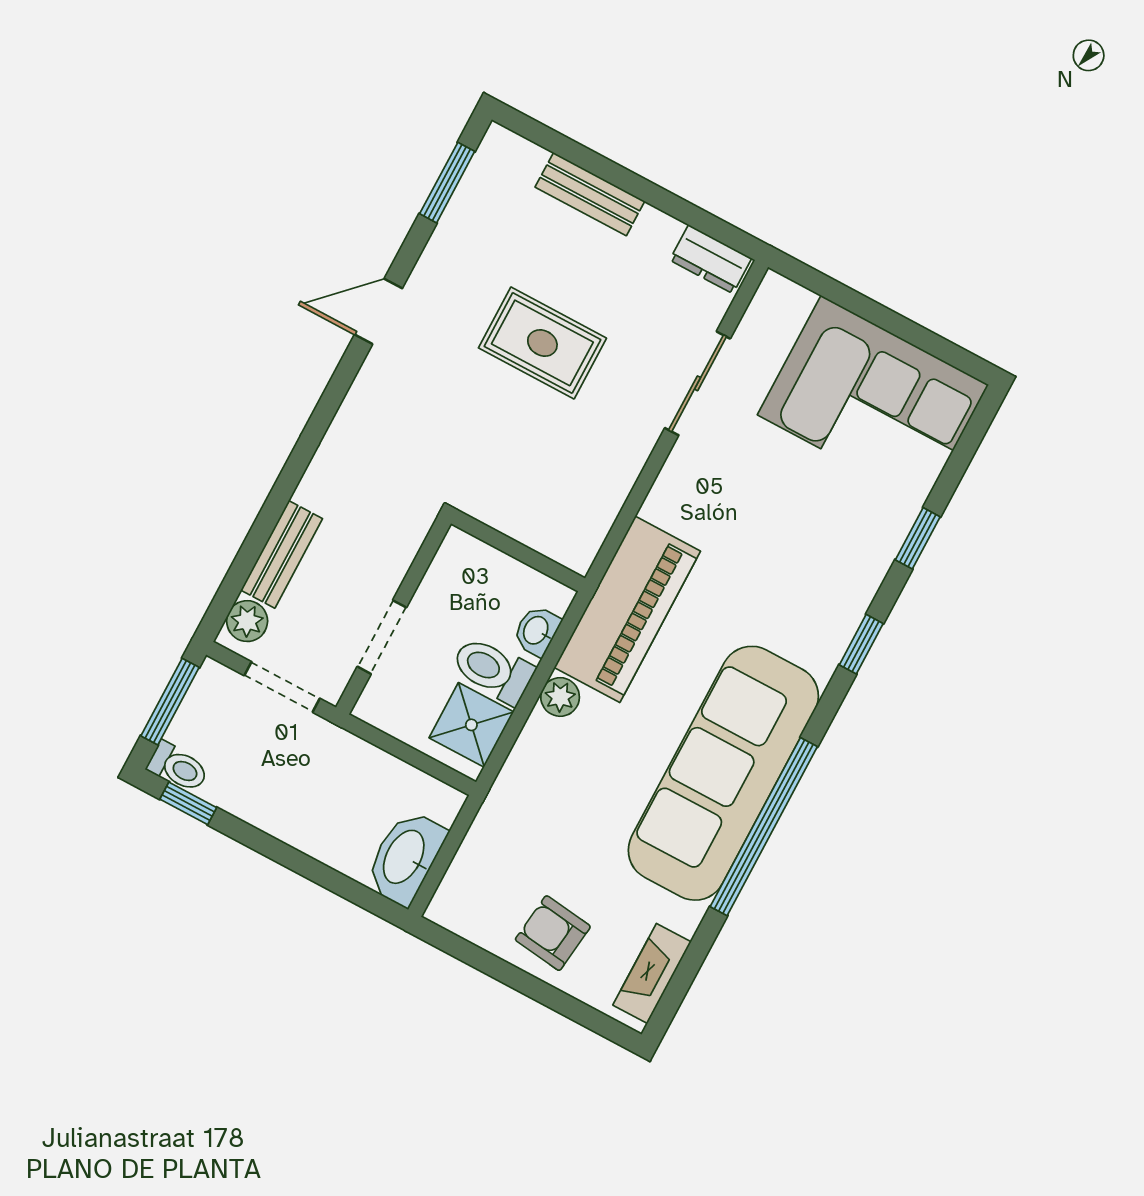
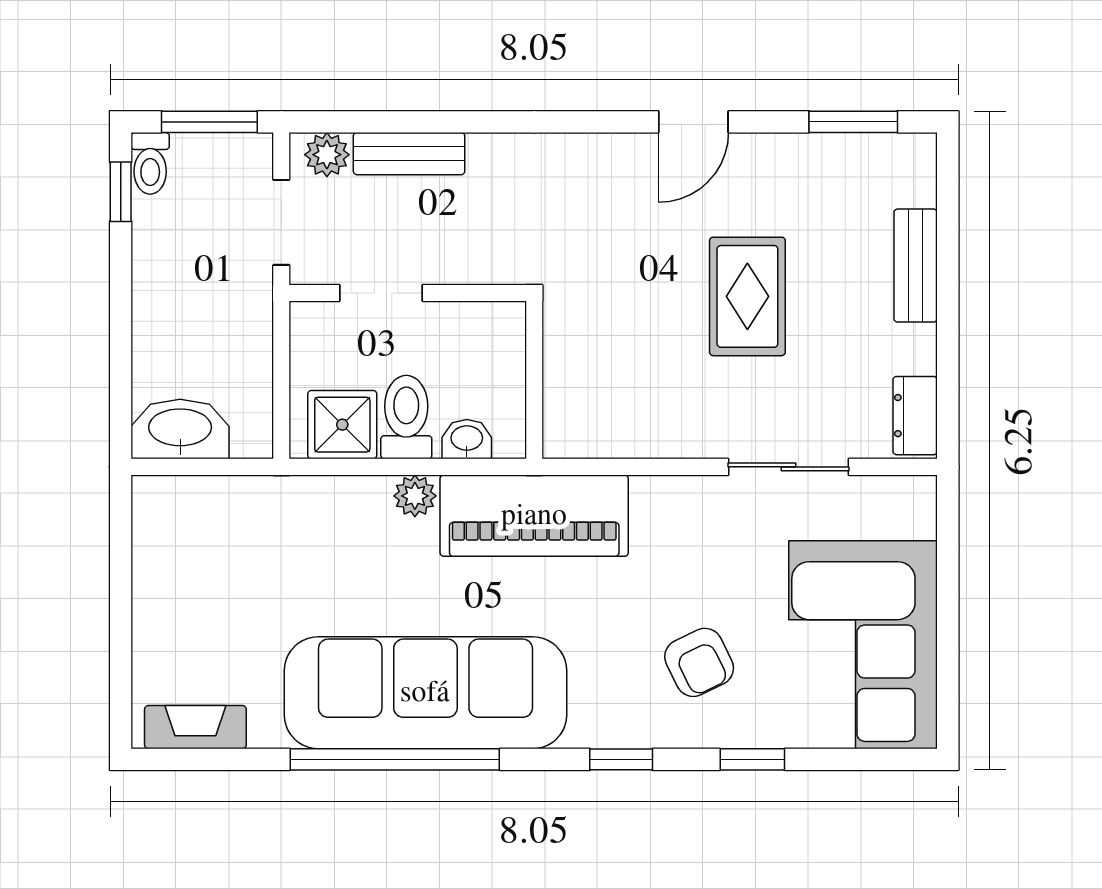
door: (378, 311) -> (693, 122), swing flipped
armchair: (553, 933) -> (699, 662), moved, turned 147

